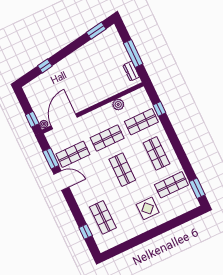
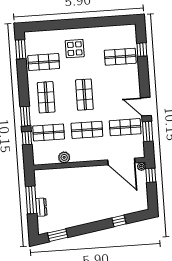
dresser: (131, 71) -> (41, 207), moved
door: (64, 121) -> (121, 161), hinge flipped
window: (169, 129) -> (25, 116), added
shop shelf: (103, 217) -> (120, 57), turned 90

